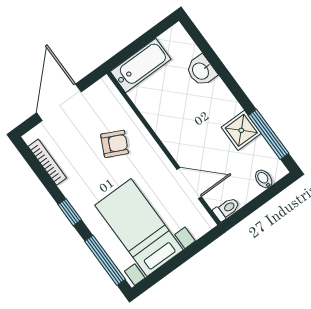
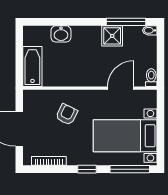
bidet: (264, 179) -> (150, 30), moved

